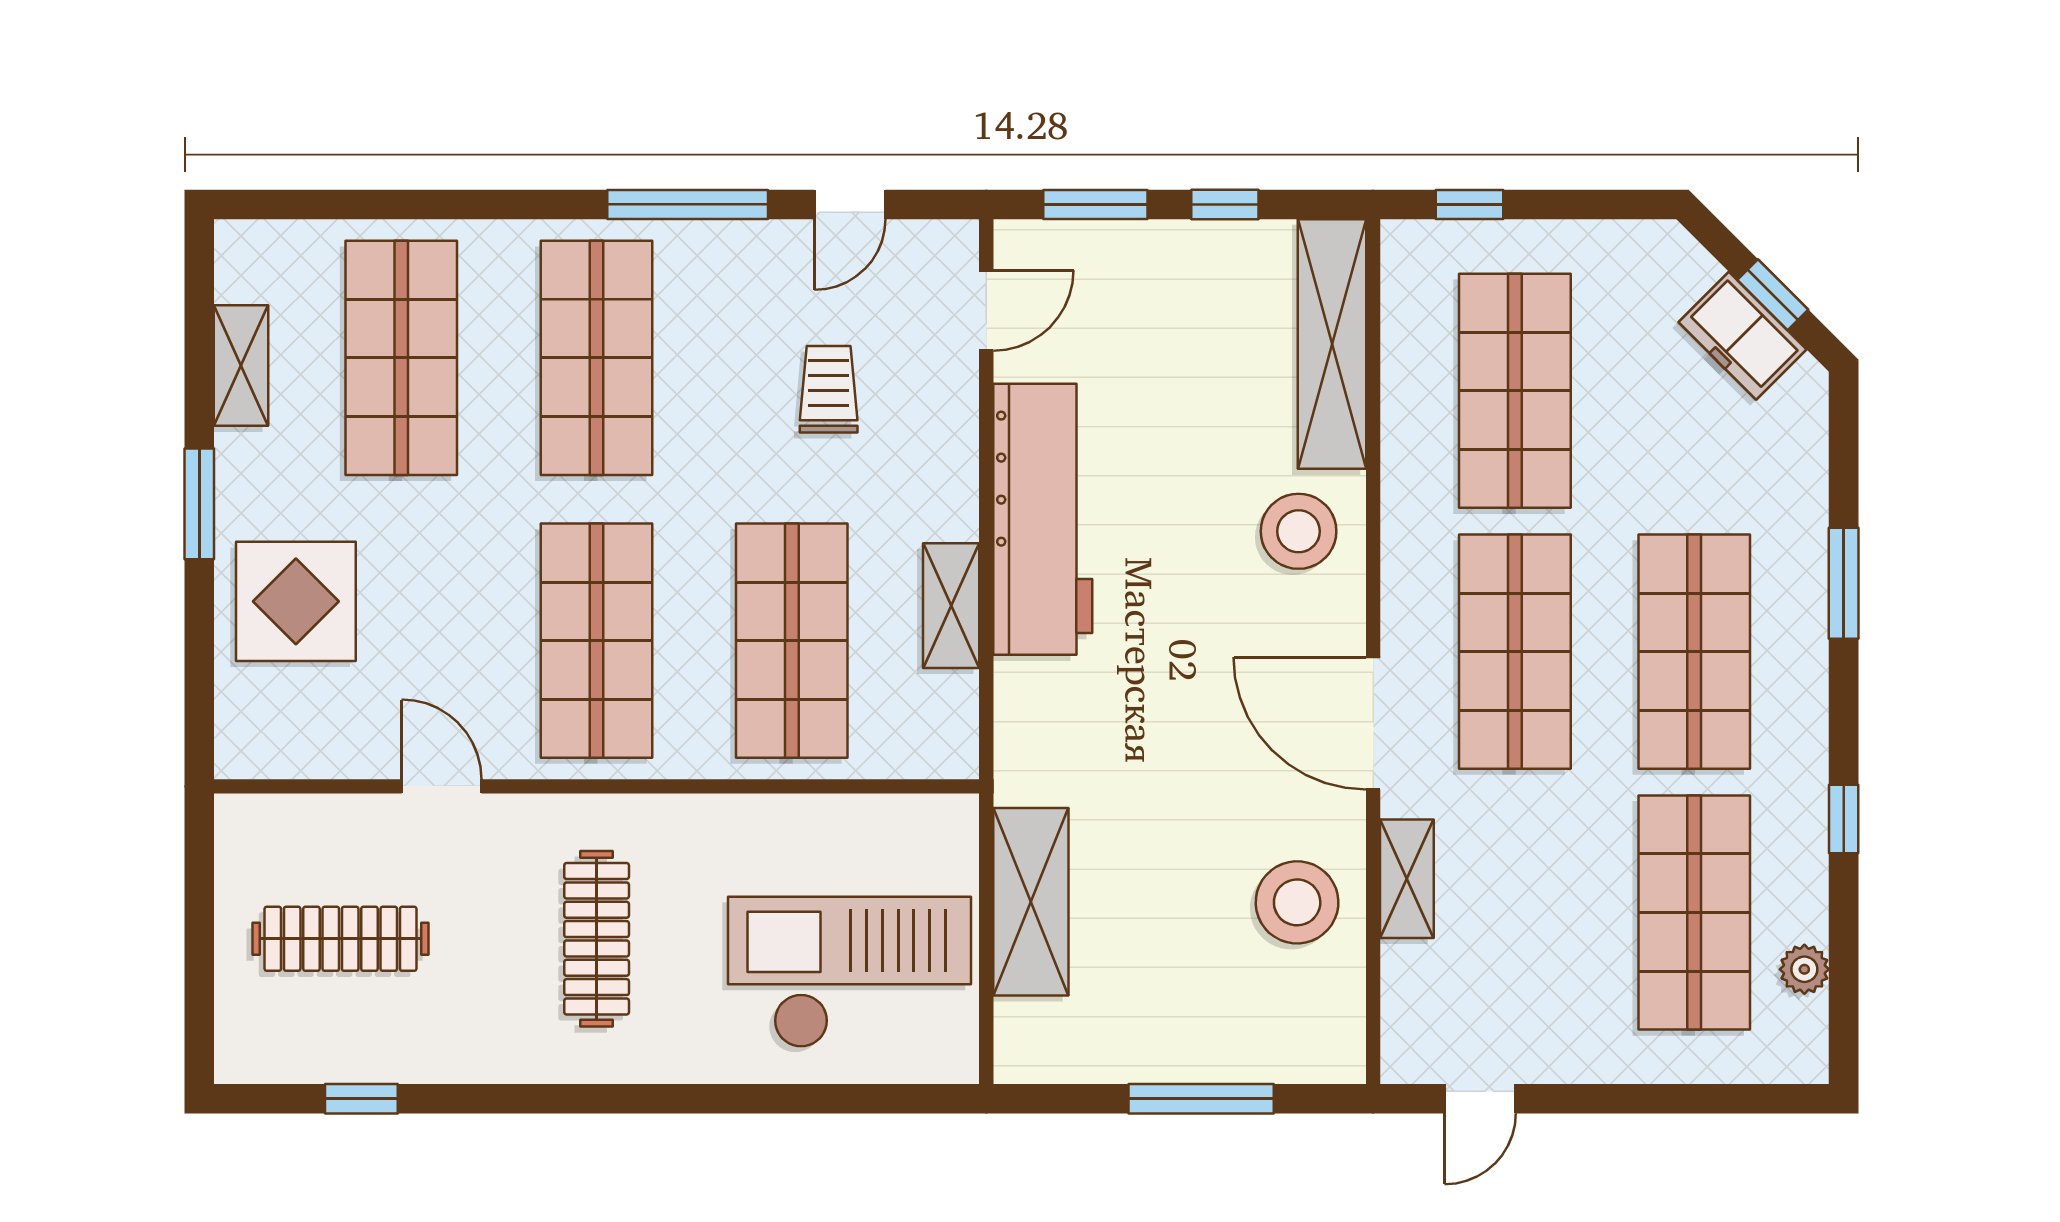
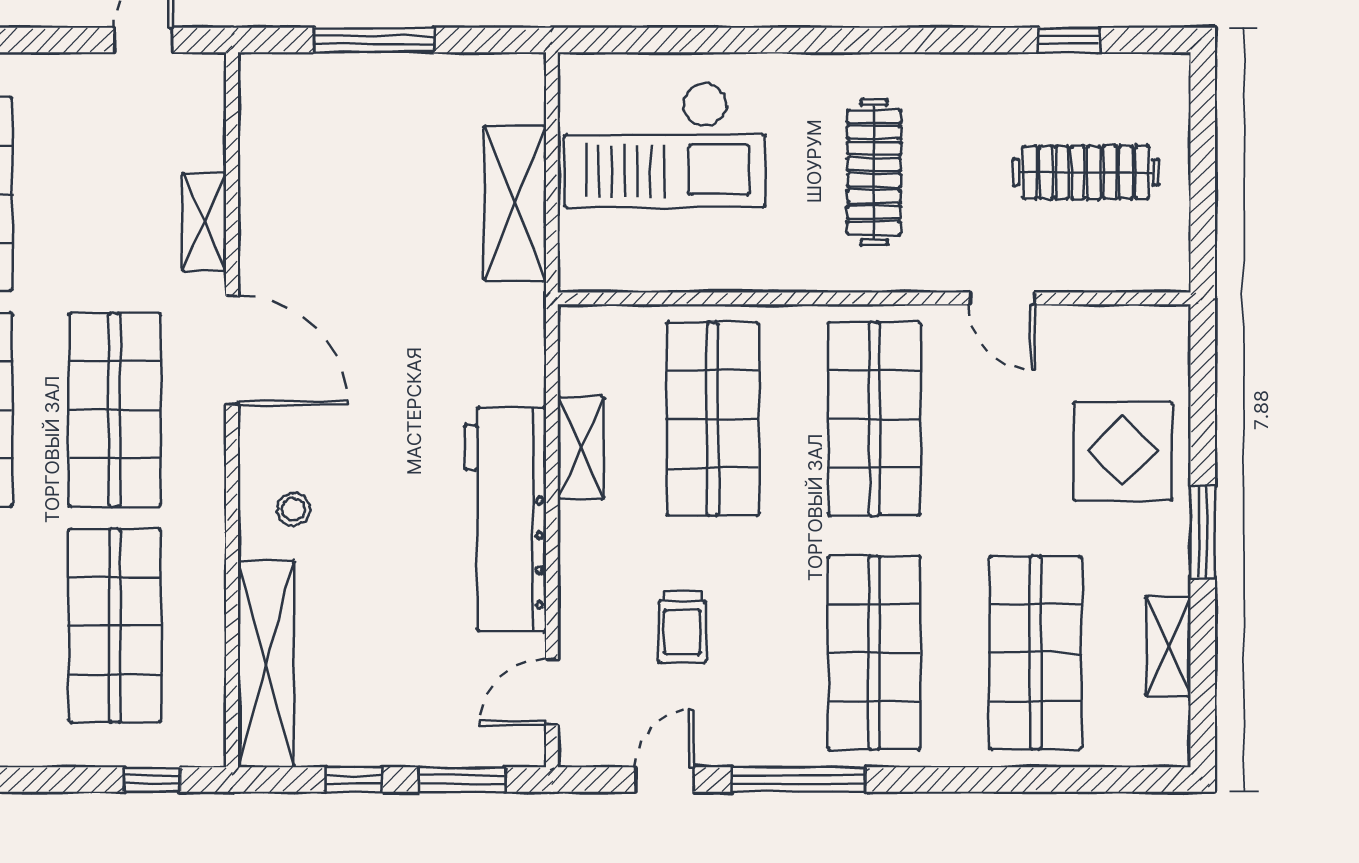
stool: (1299, 531) -> (294, 509), width x0.53, depth x0.53
stool: (1297, 902) -> (295, 202), removed

